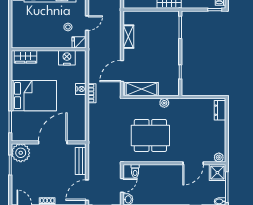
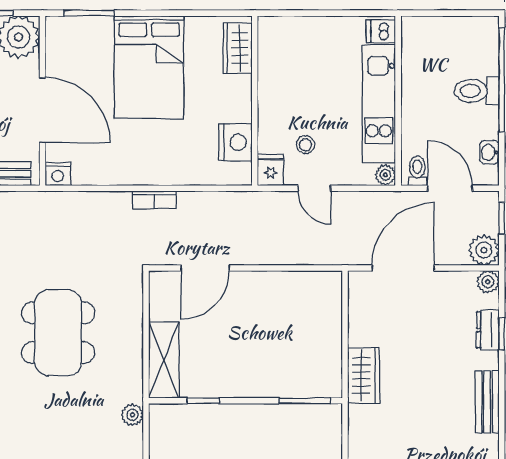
shelving: (128, 37) -> (284, 283), removed
door: (122, 71) -> (205, 268), swing flipped
nightstand: (81, 89) -> (58, 174), moved
shelving: (141, 89) -> (164, 360), moved
plant: (164, 103) -> (132, 415), moved

